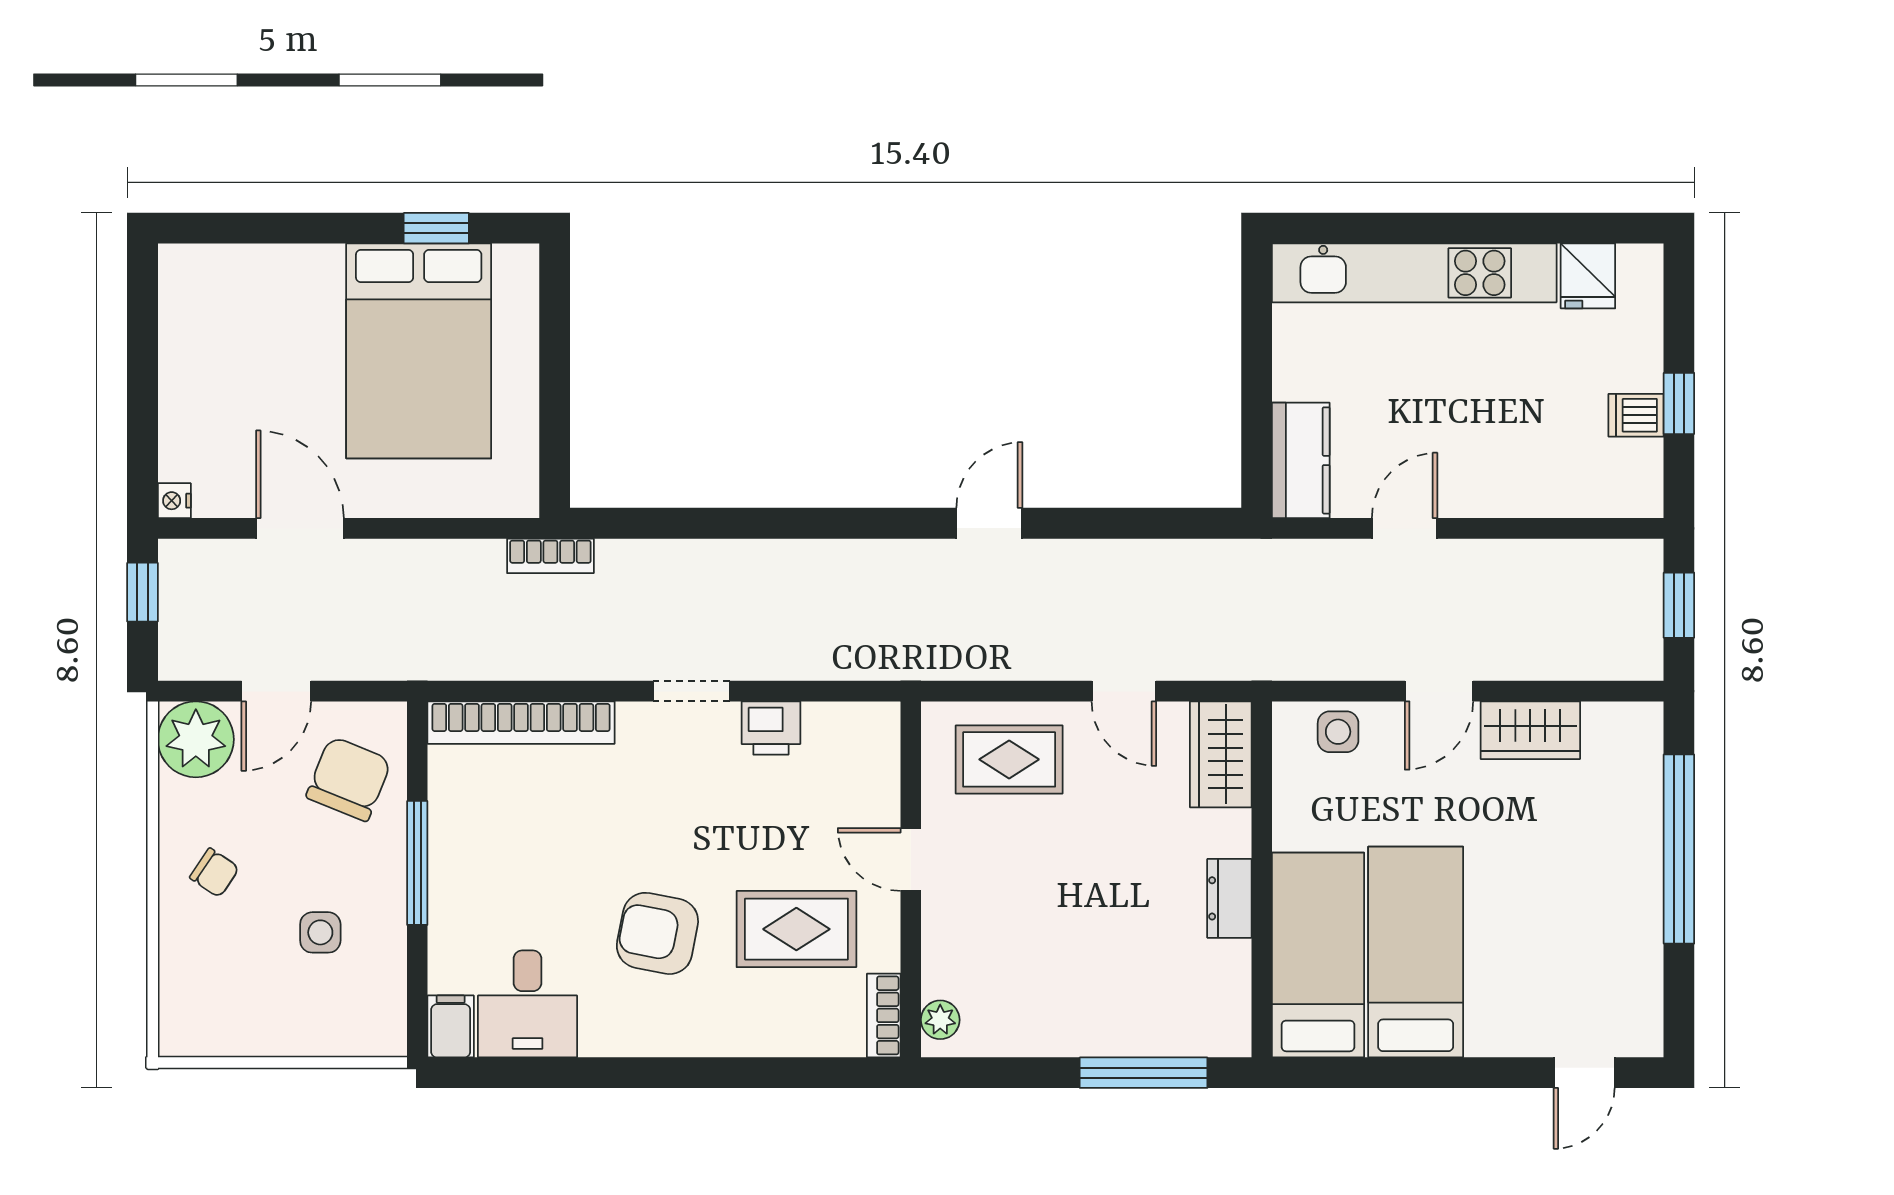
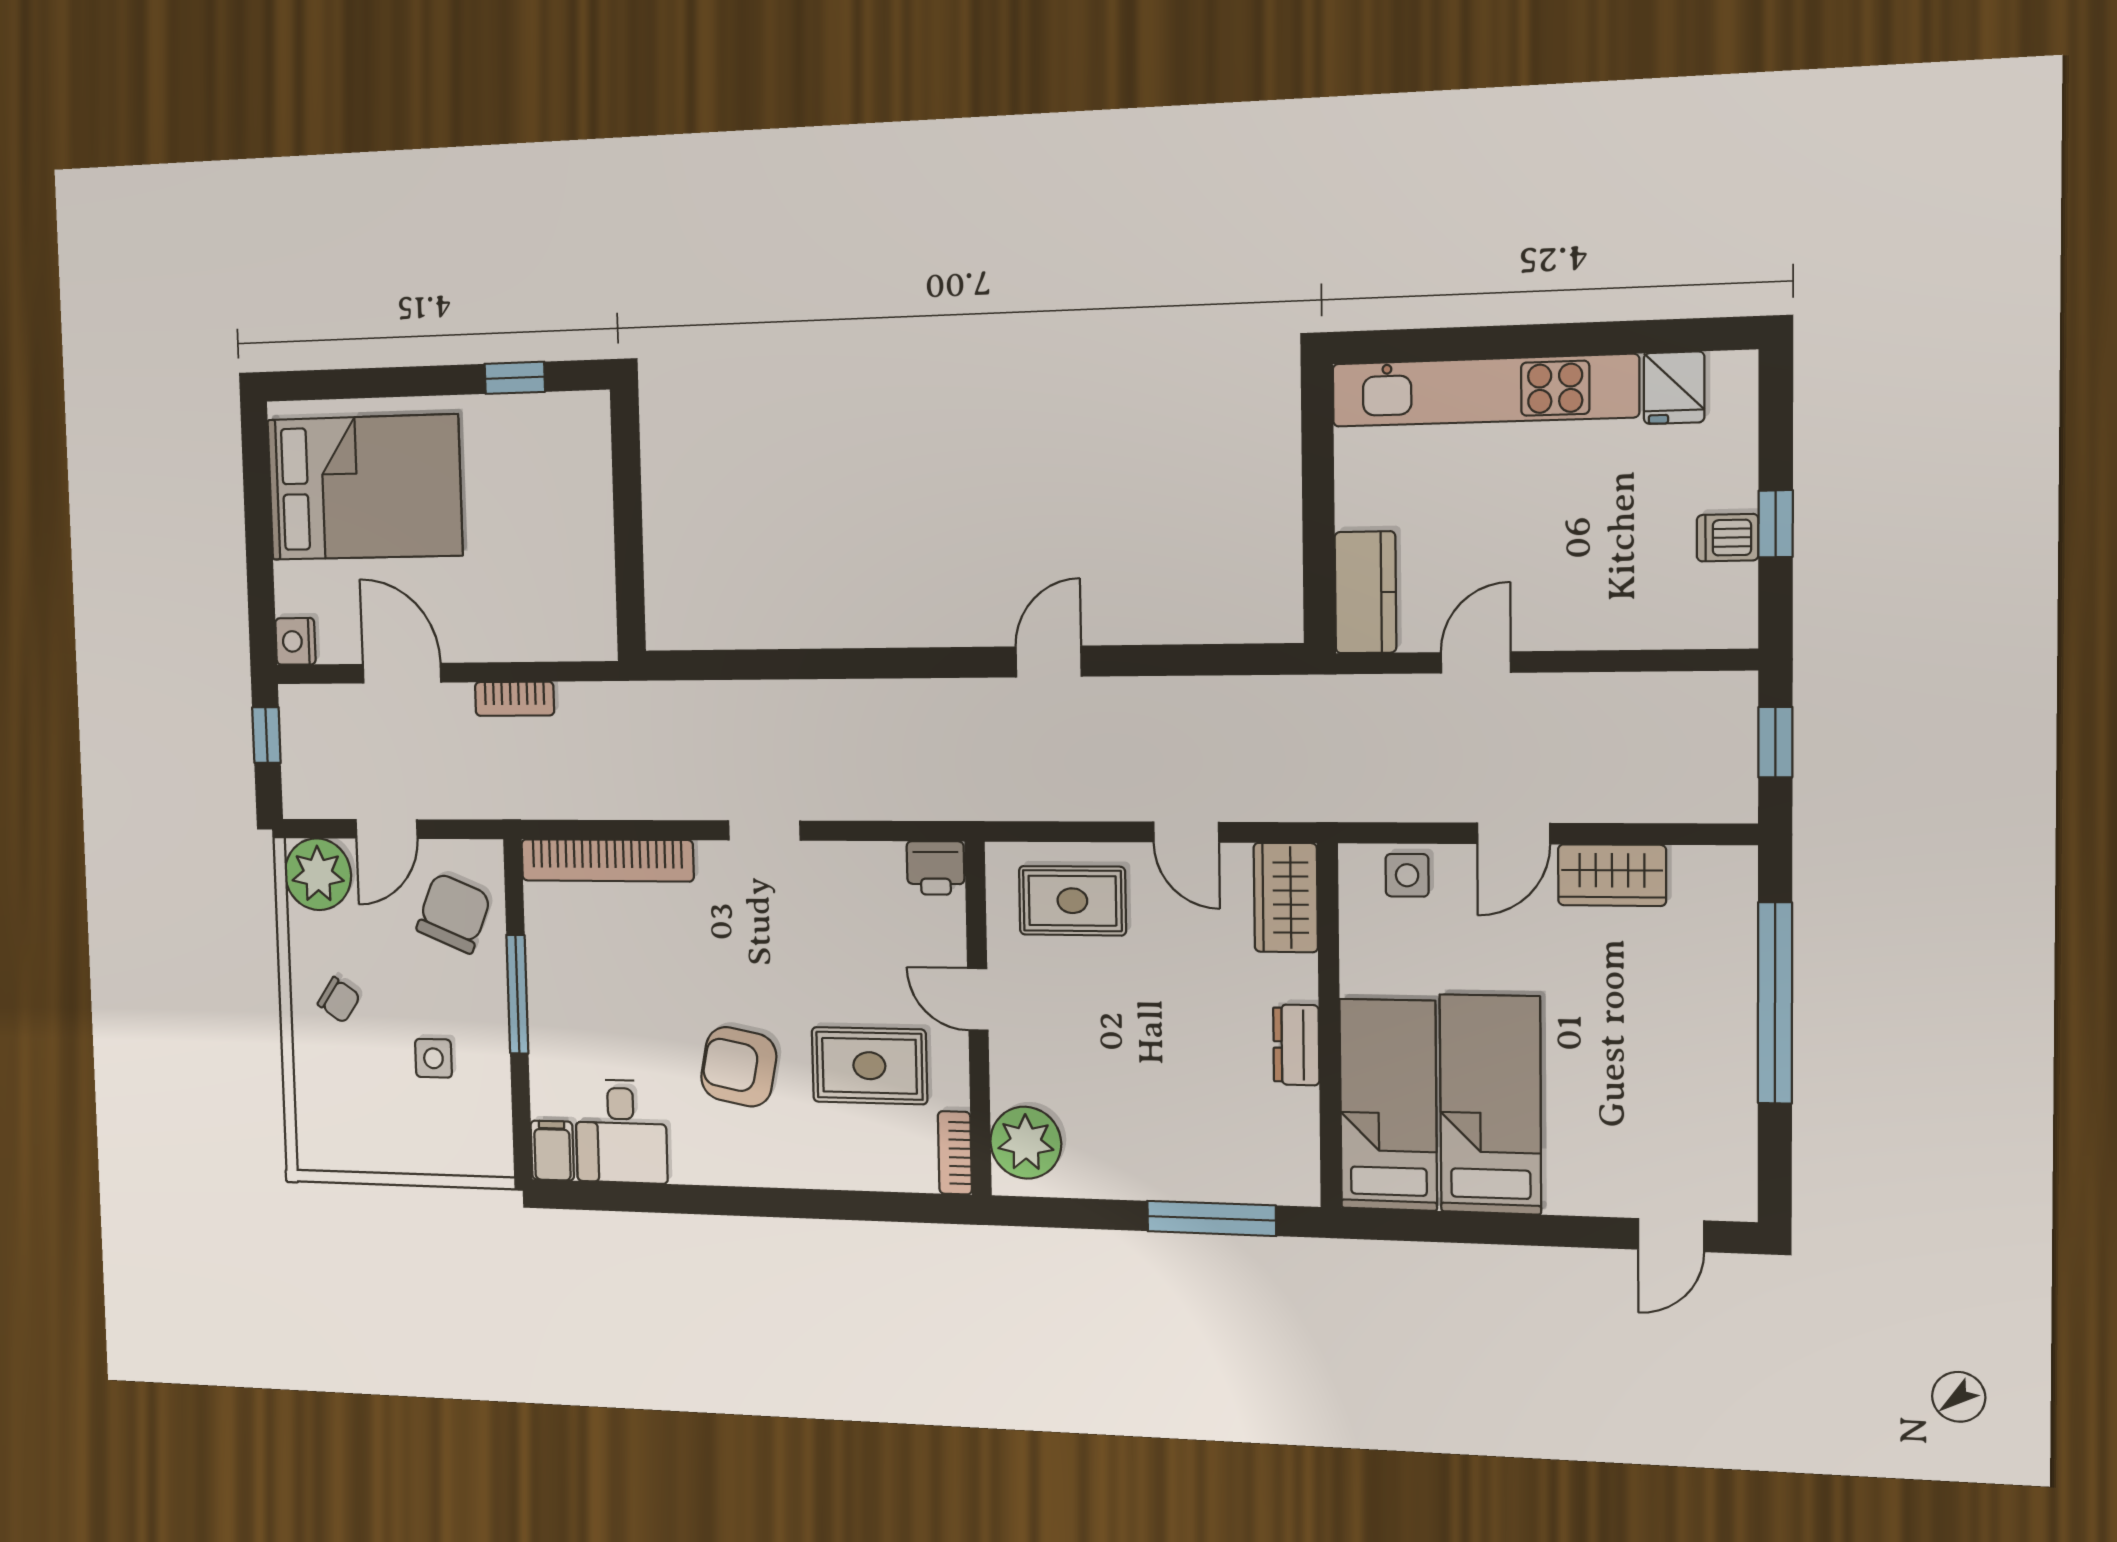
bed: (419, 351) -> (365, 487), moved, turned -90
nightstand: (174, 501) -> (295, 641), width x1.39, depth x1.35
bookcase: (550, 556) -> (515, 699), moved
printer: (771, 728) -> (936, 868), moved
plant: (940, 1020) -> (1026, 1143), width x1.88, depth x1.88

